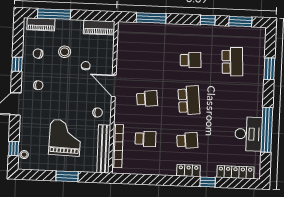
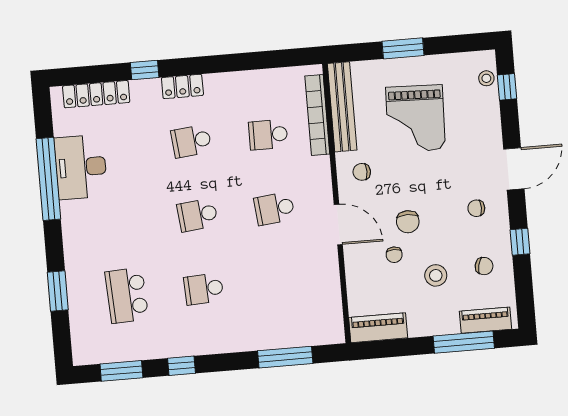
chair: (76, 83) -> (408, 222), added
school desk: (189, 100) -> (197, 215), width x0.54

